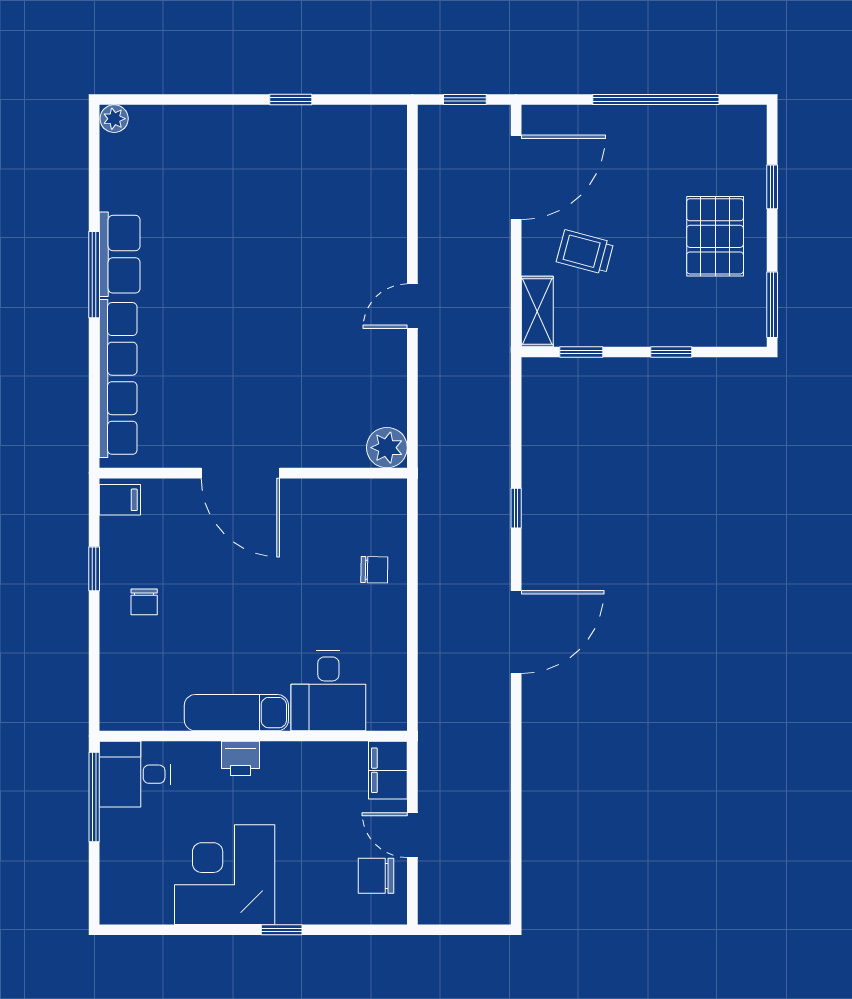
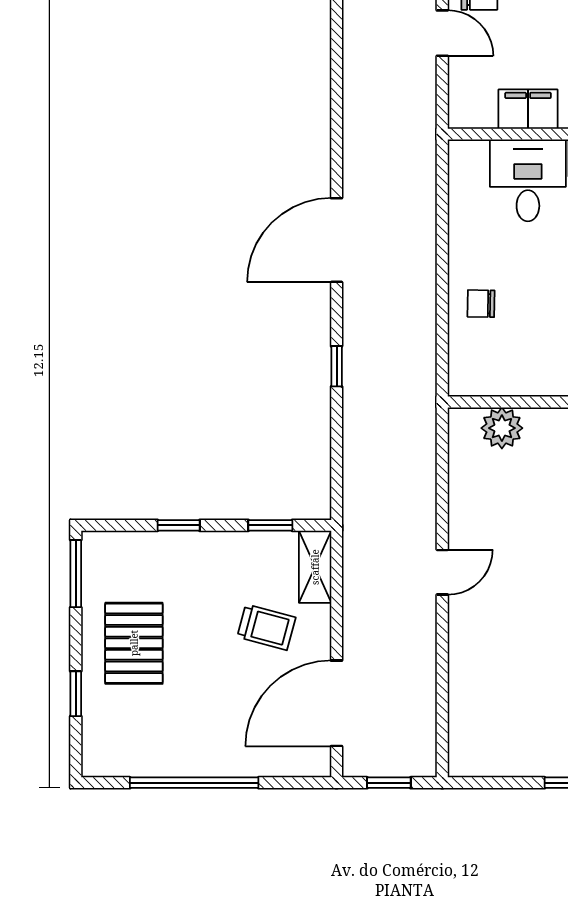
plant: (387, 448) -> (502, 428), moved
filing cabinet: (388, 770) -> (528, 109), moved, turned -90

